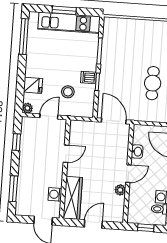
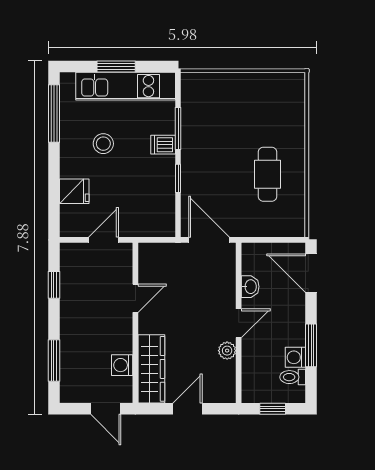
dishwasher: (88, 78) -> (163, 145), moved
stool: (68, 92) -> (103, 144), moved
plant: (27, 108) -> (68, 229), removed

